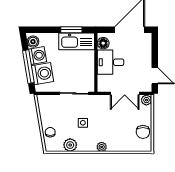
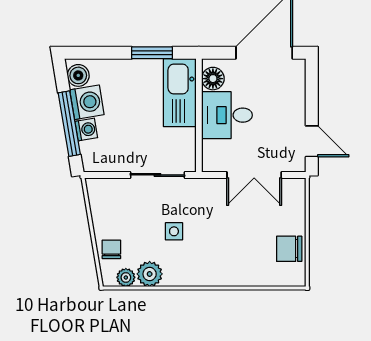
kitchen sink: (77, 41) -> (180, 93), moved, turned 90
washing machine: (42, 74) -> (86, 130), width x0.53, depth x0.53
plant: (146, 100) -> (296, 188), removed
chair: (143, 132) -> (289, 249), turned 90
plant: (102, 147) -> (126, 277), moved

